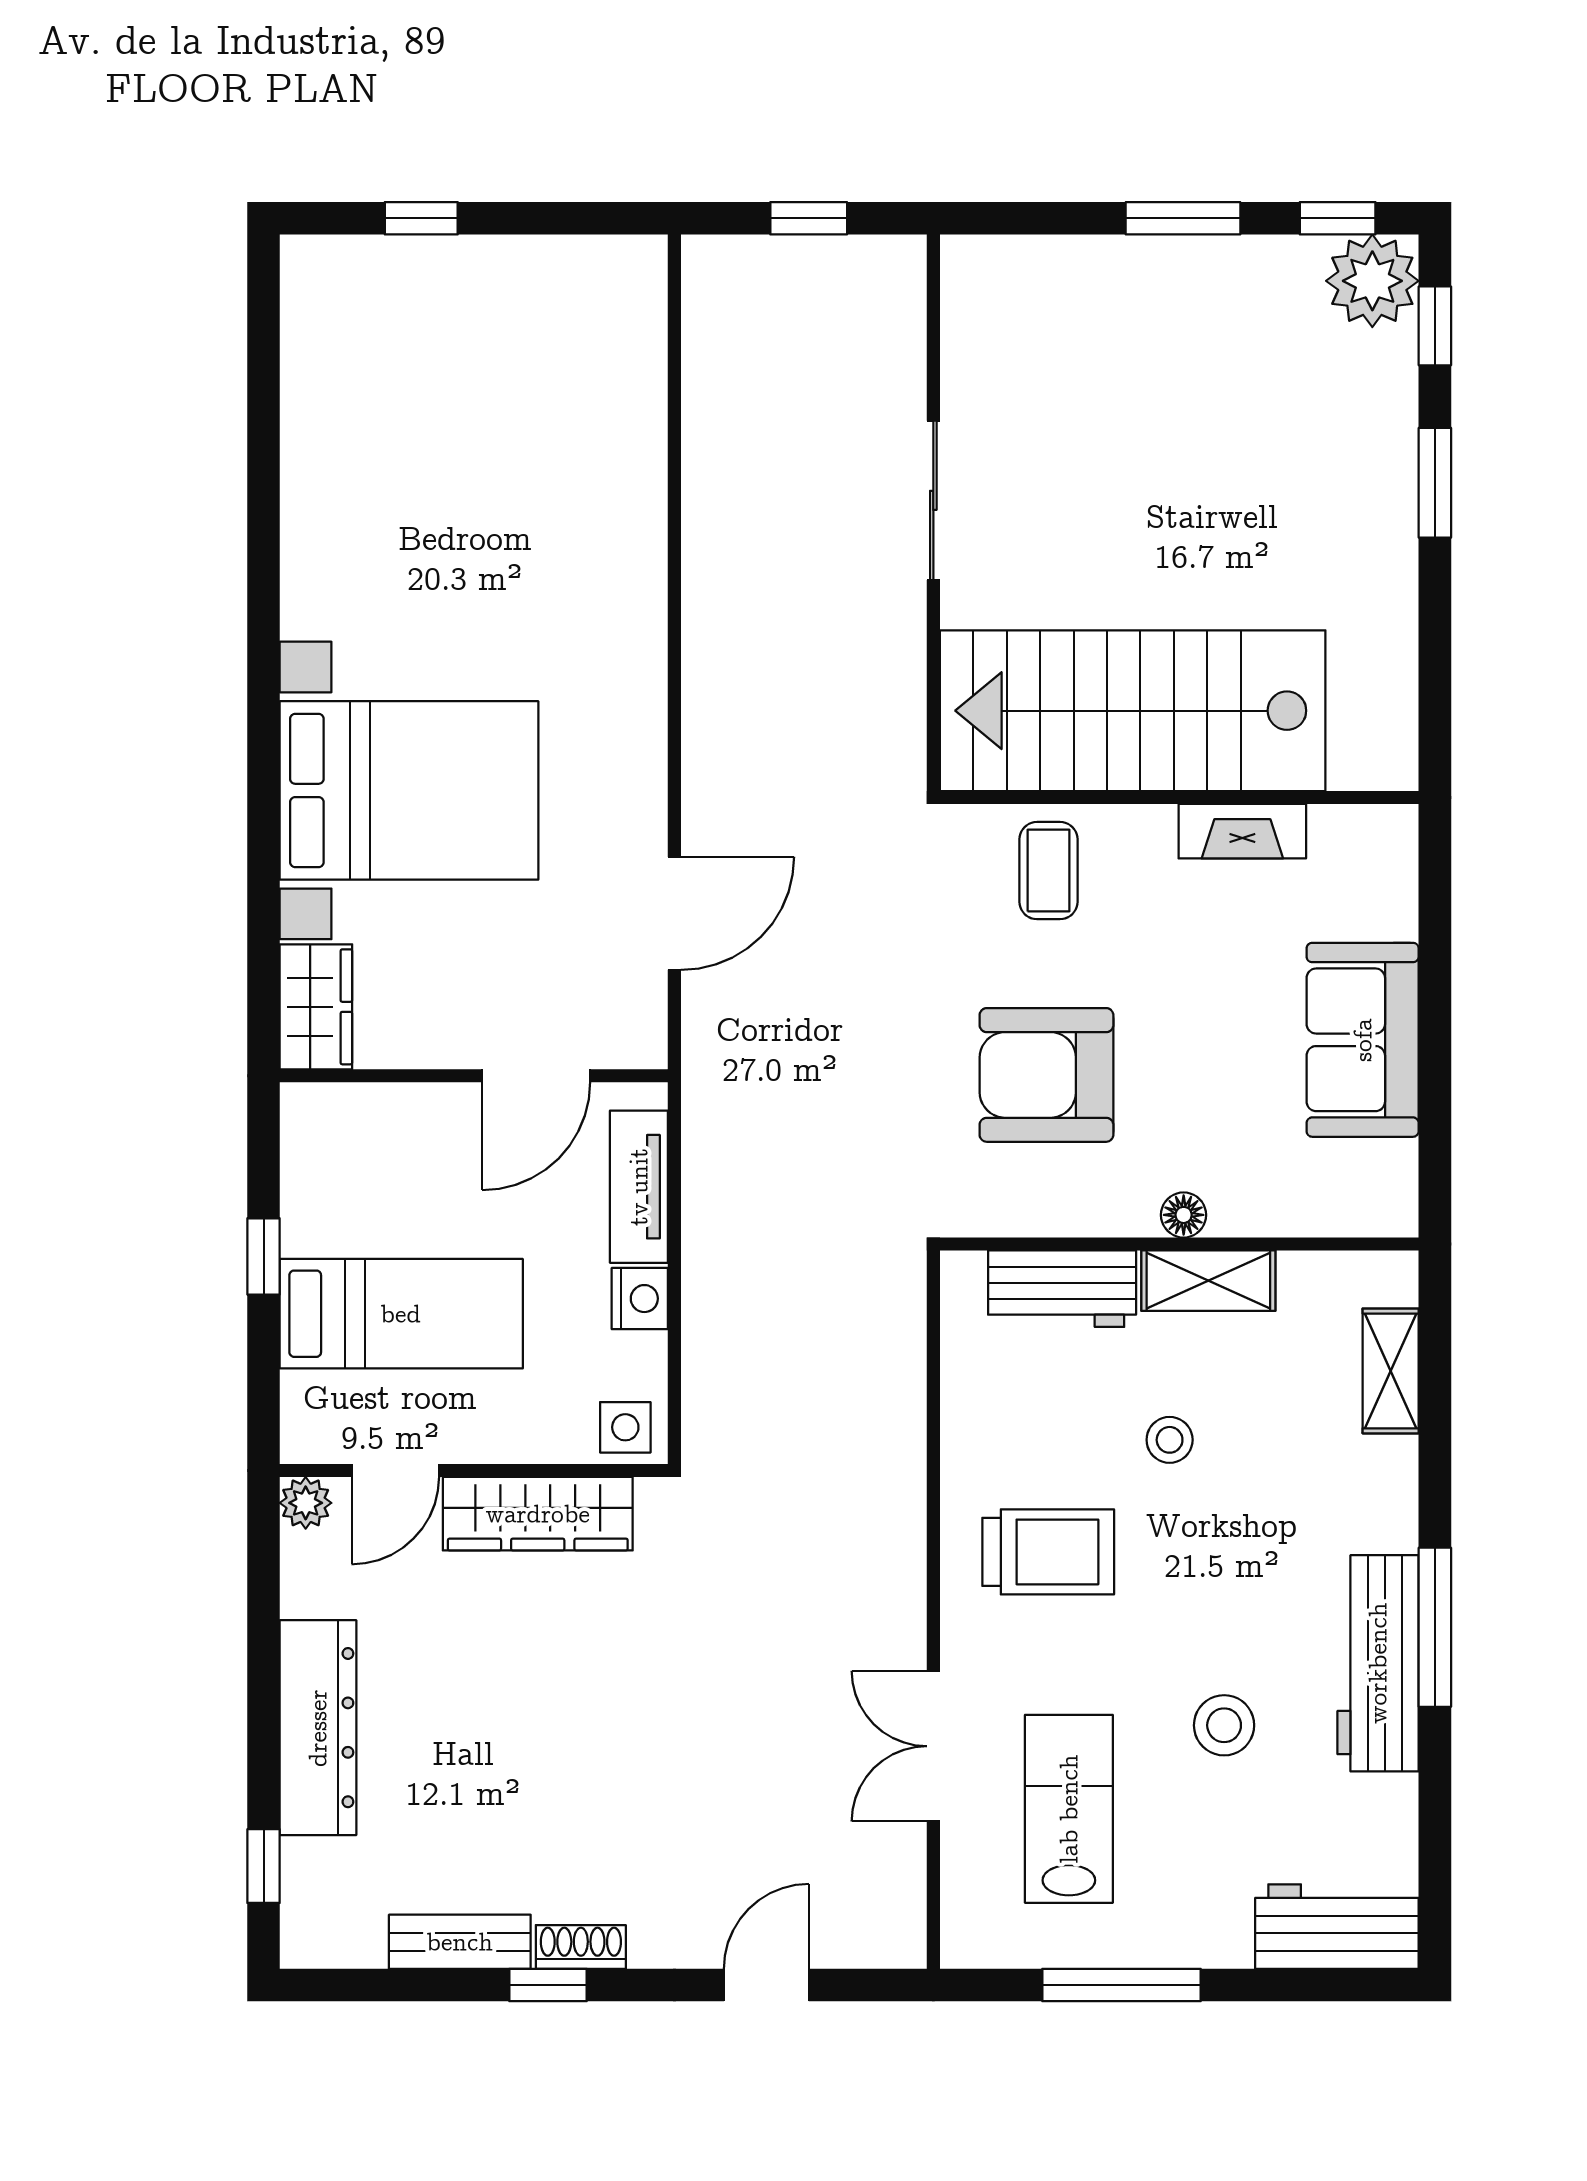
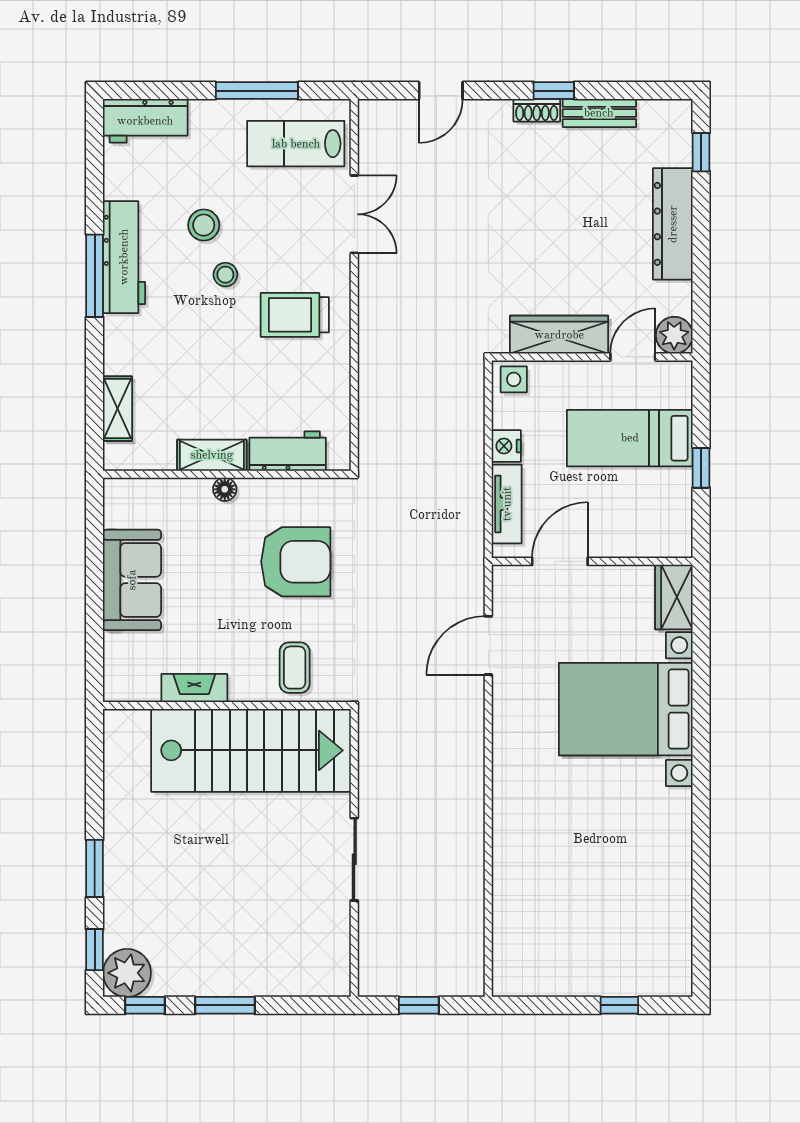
stool: (1170, 1440) -> (225, 275), moved
plant: (306, 1503) -> (674, 335), width x1.38, depth x1.38
lab bench: (1069, 1809) -> (296, 144), moved, turned 90

